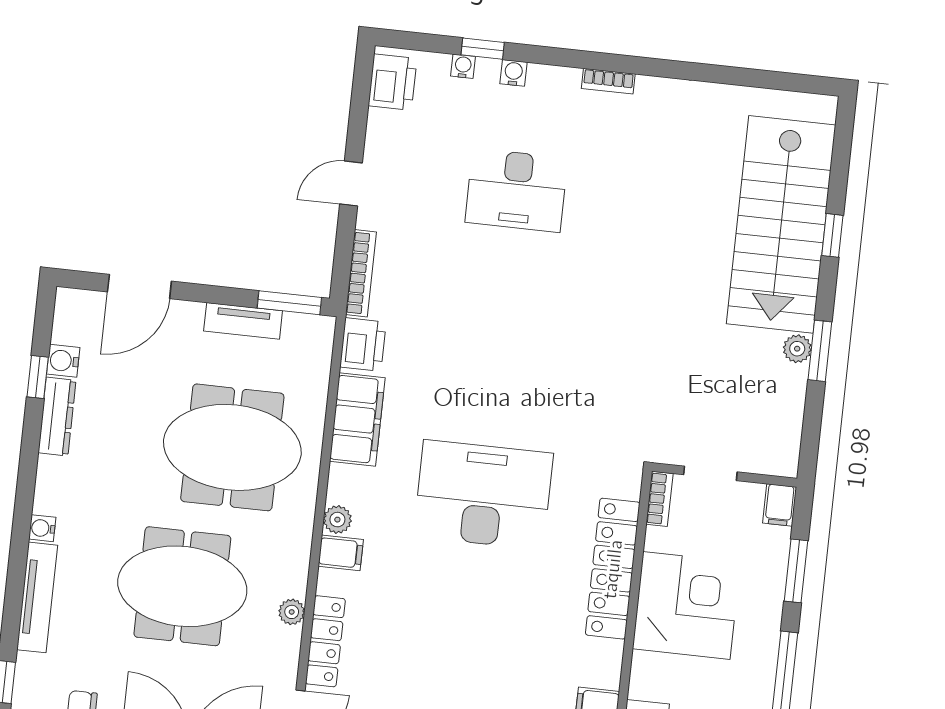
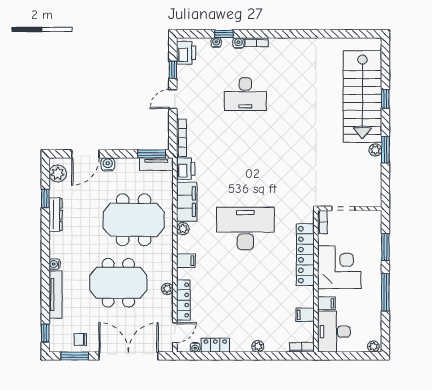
bookcase: (608, 81) -> (256, 42), moved
window: (358, 117) -> (173, 70), added
tv unit: (243, 321) -> (156, 164), moved
plant: (72, 324) -> (58, 174), added
water cooler: (63, 361) -> (108, 164), moved, turned 90
filing cabinet: (780, 505) -> (326, 303), moved, turned -90
plant: (337, 520) -> (183, 229), moved

